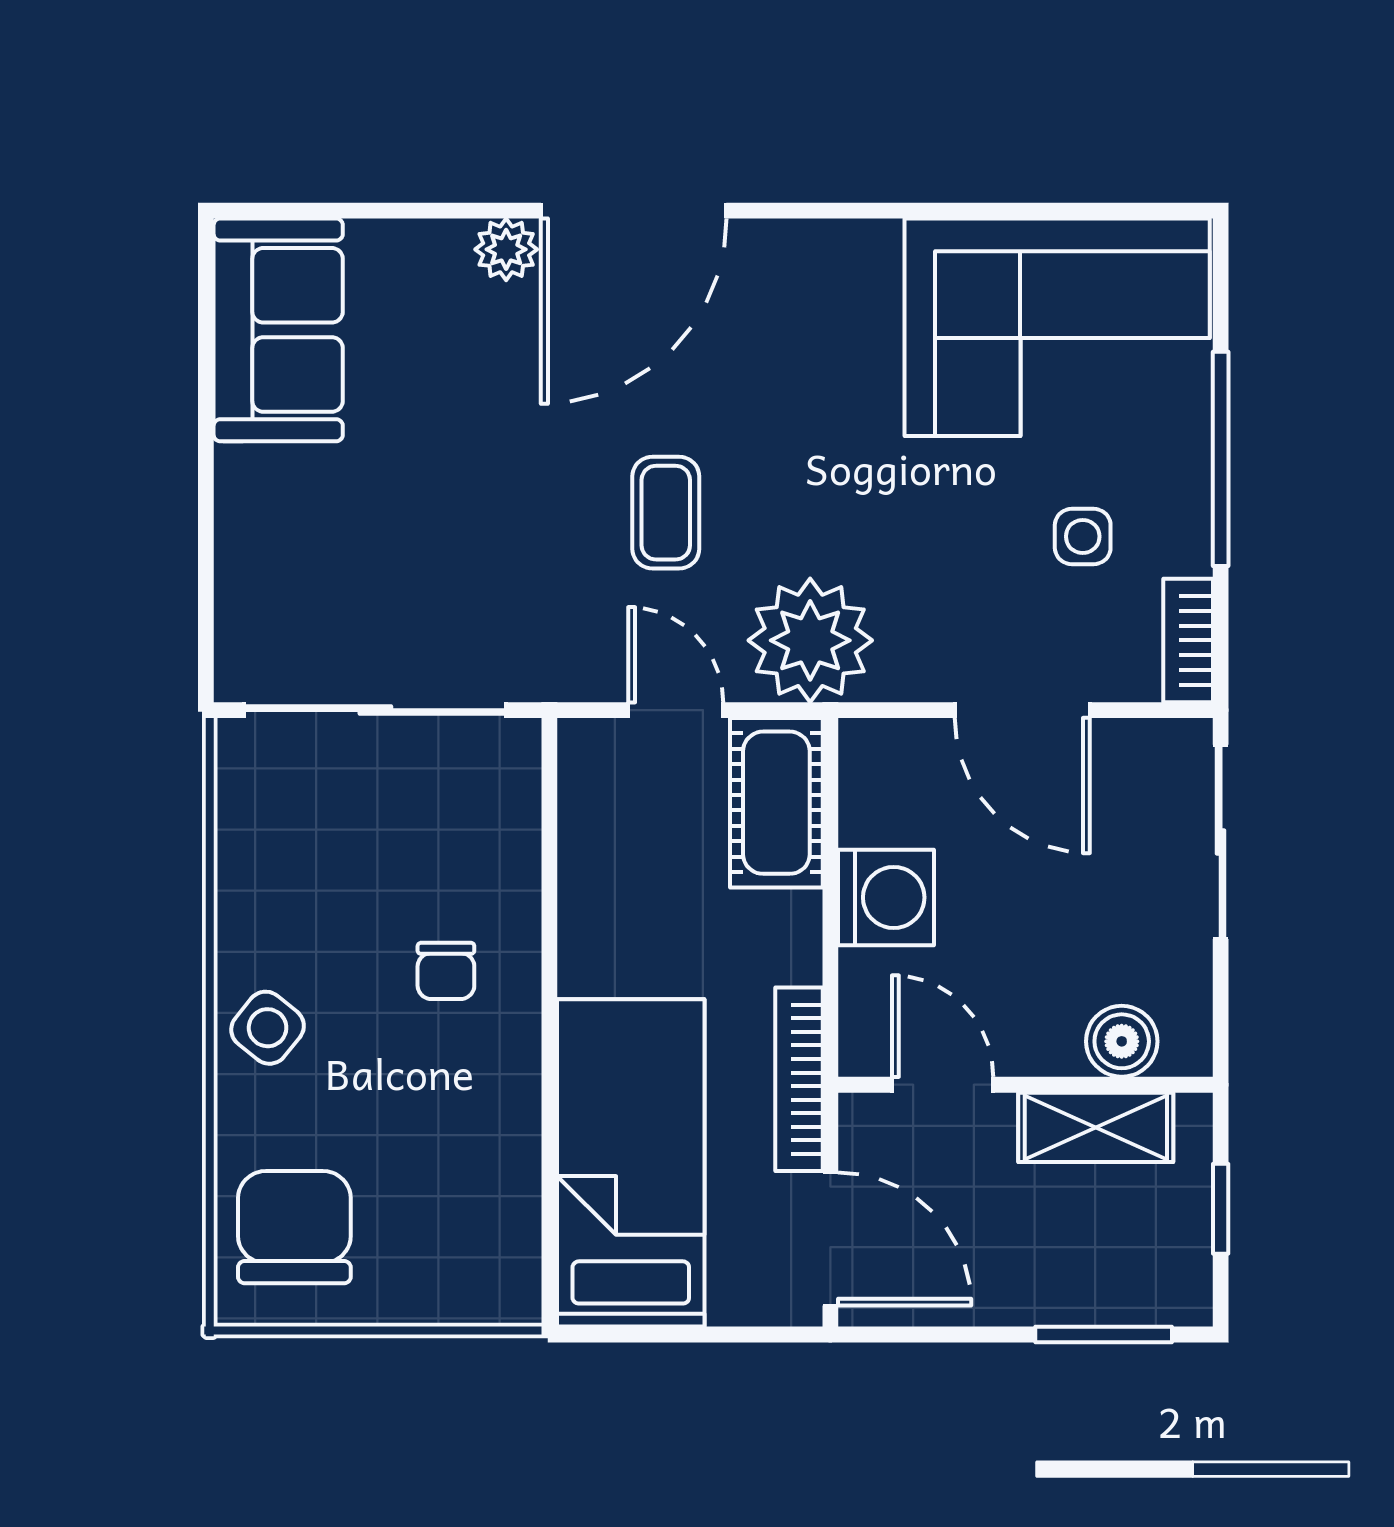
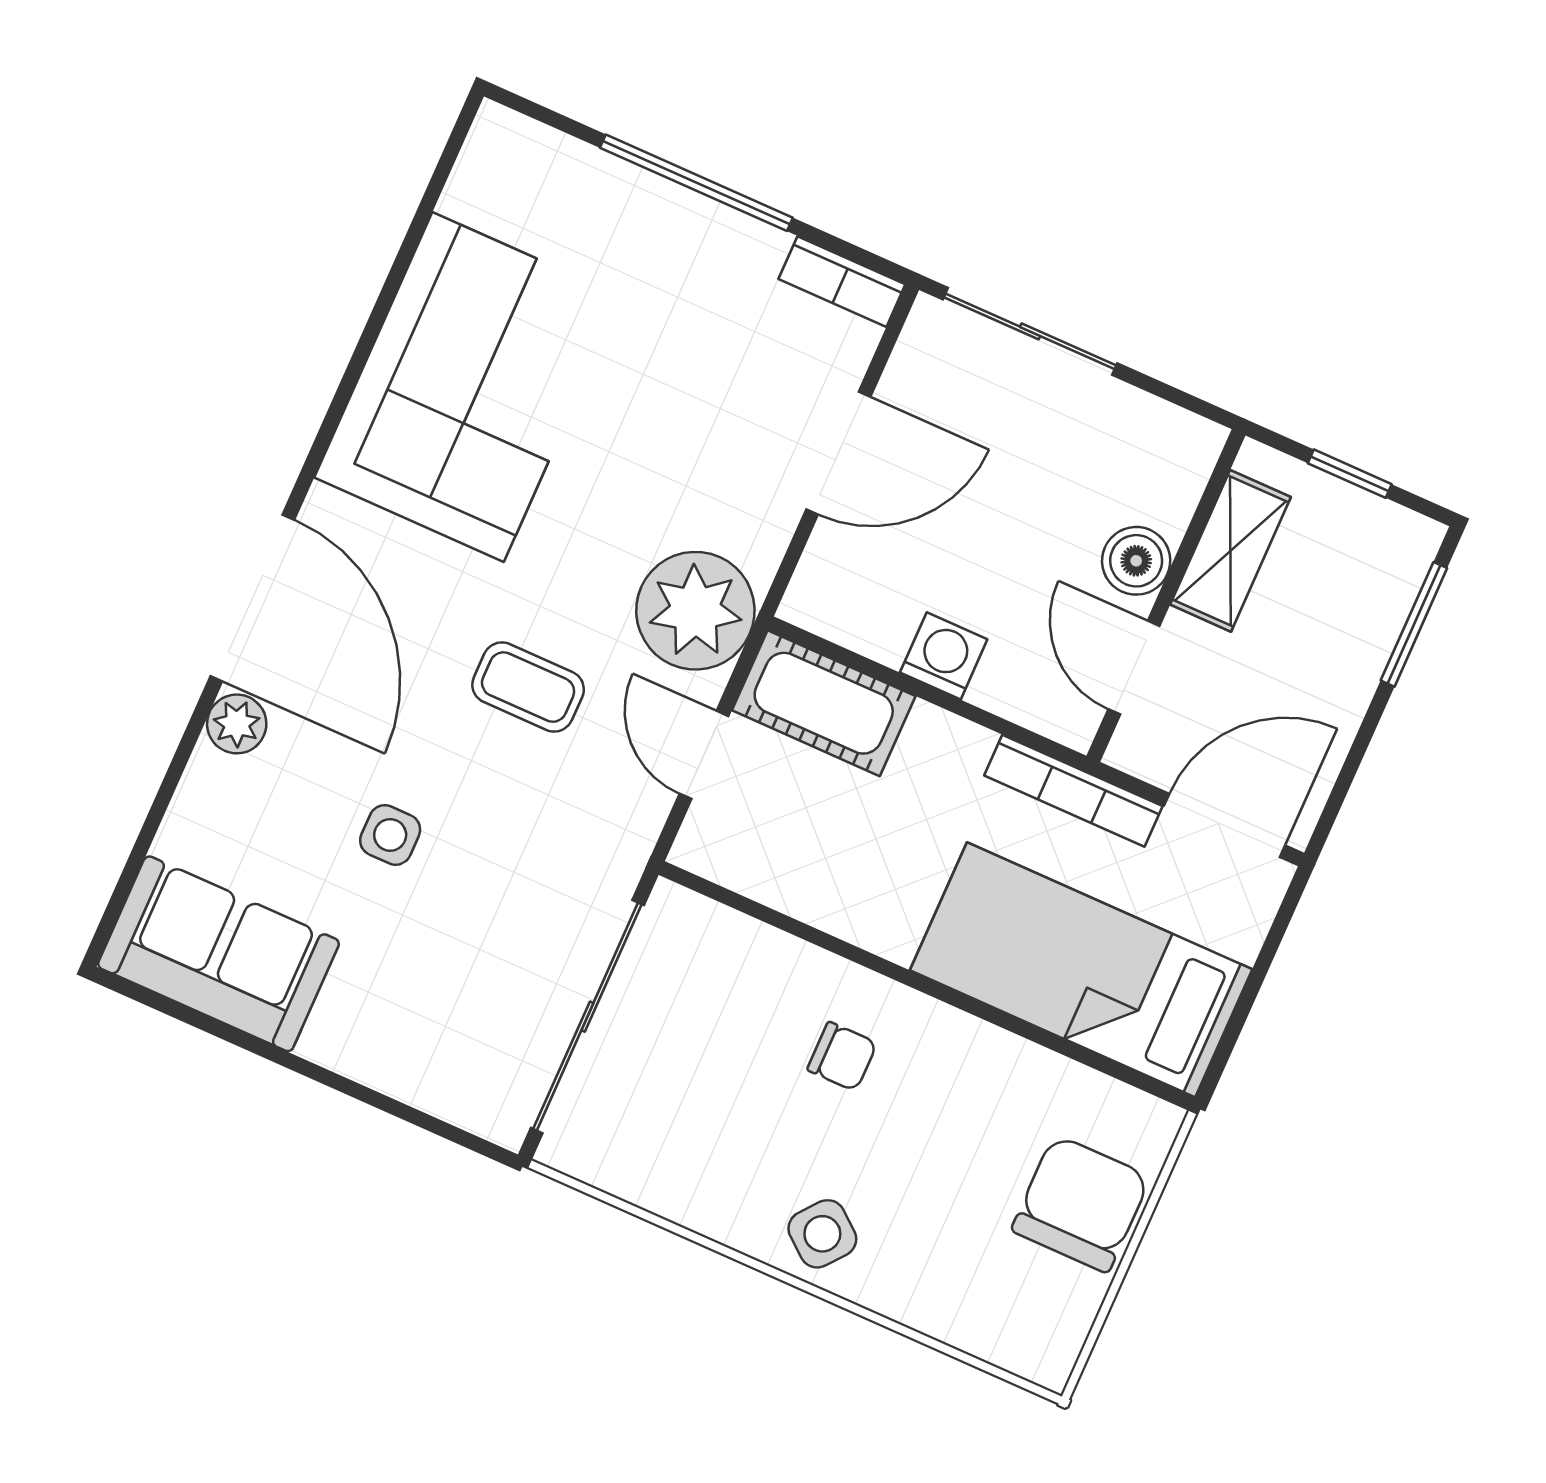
corner sofa: (1057, 327) -> (468, 387), moved
side table: (1083, 536) -> (390, 835), moved
door: (676, 710) -> (704, 755), hinge flipped
washing machine: (886, 897) -> (944, 656), width x0.73, depth x0.73
boiler: (1122, 1041) -> (1136, 561), moved
door: (943, 1085) -> (1134, 668), hinge flipped
chair: (294, 1227) -> (1081, 1204), moved, turned 90

